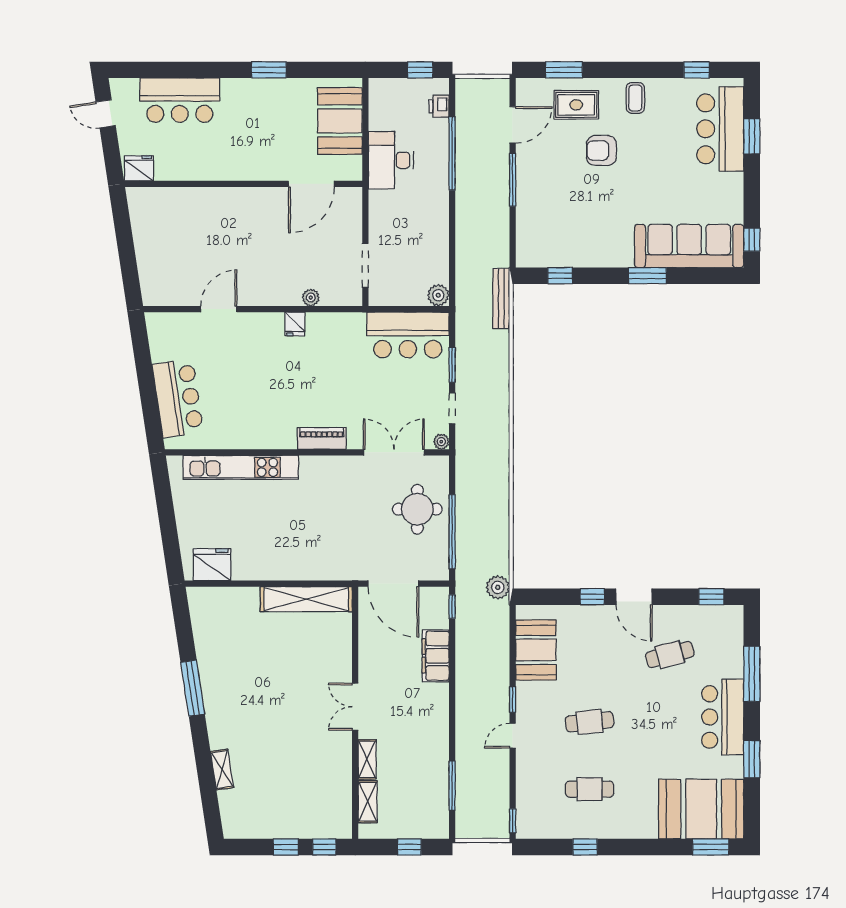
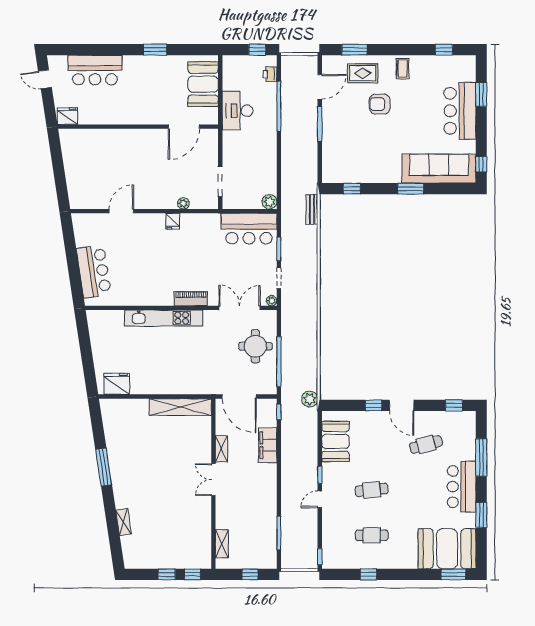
bar counter: (720, 129) -> (460, 111), moved
bench: (501, 298) -> (312, 209), width x0.73
kitchen unit: (241, 467) -> (164, 318), moved
shelving: (367, 759) -> (221, 449), moved

